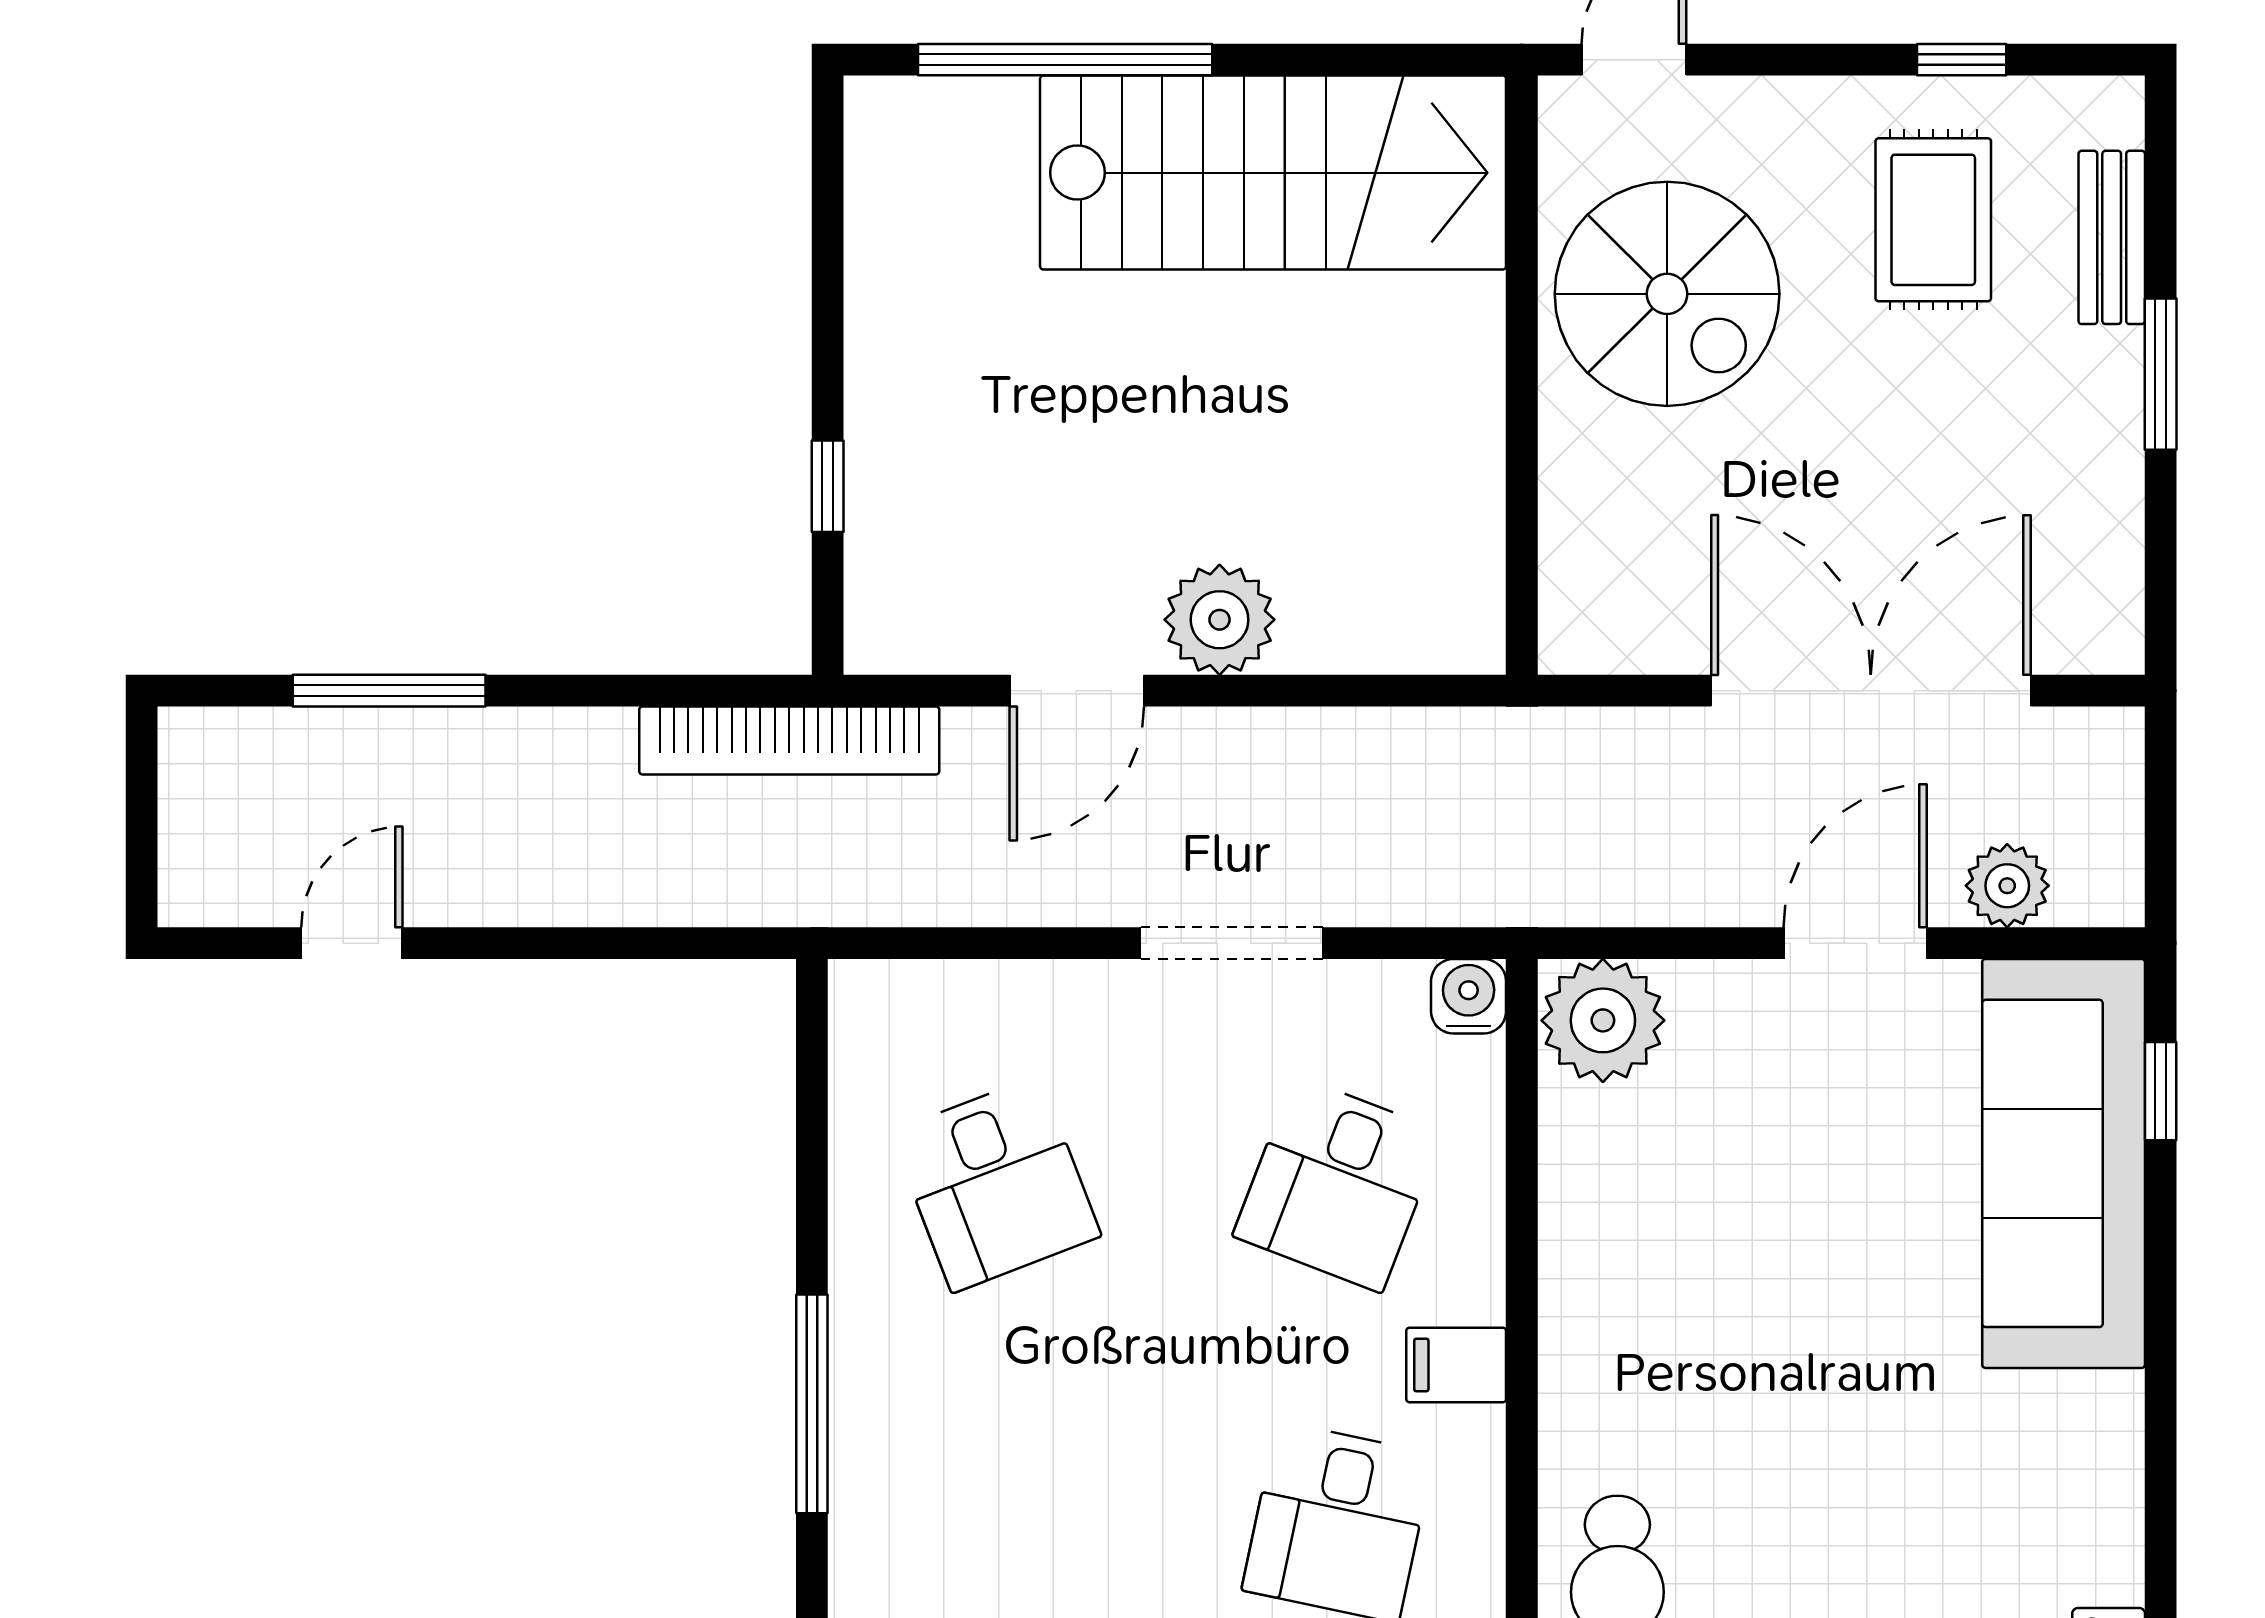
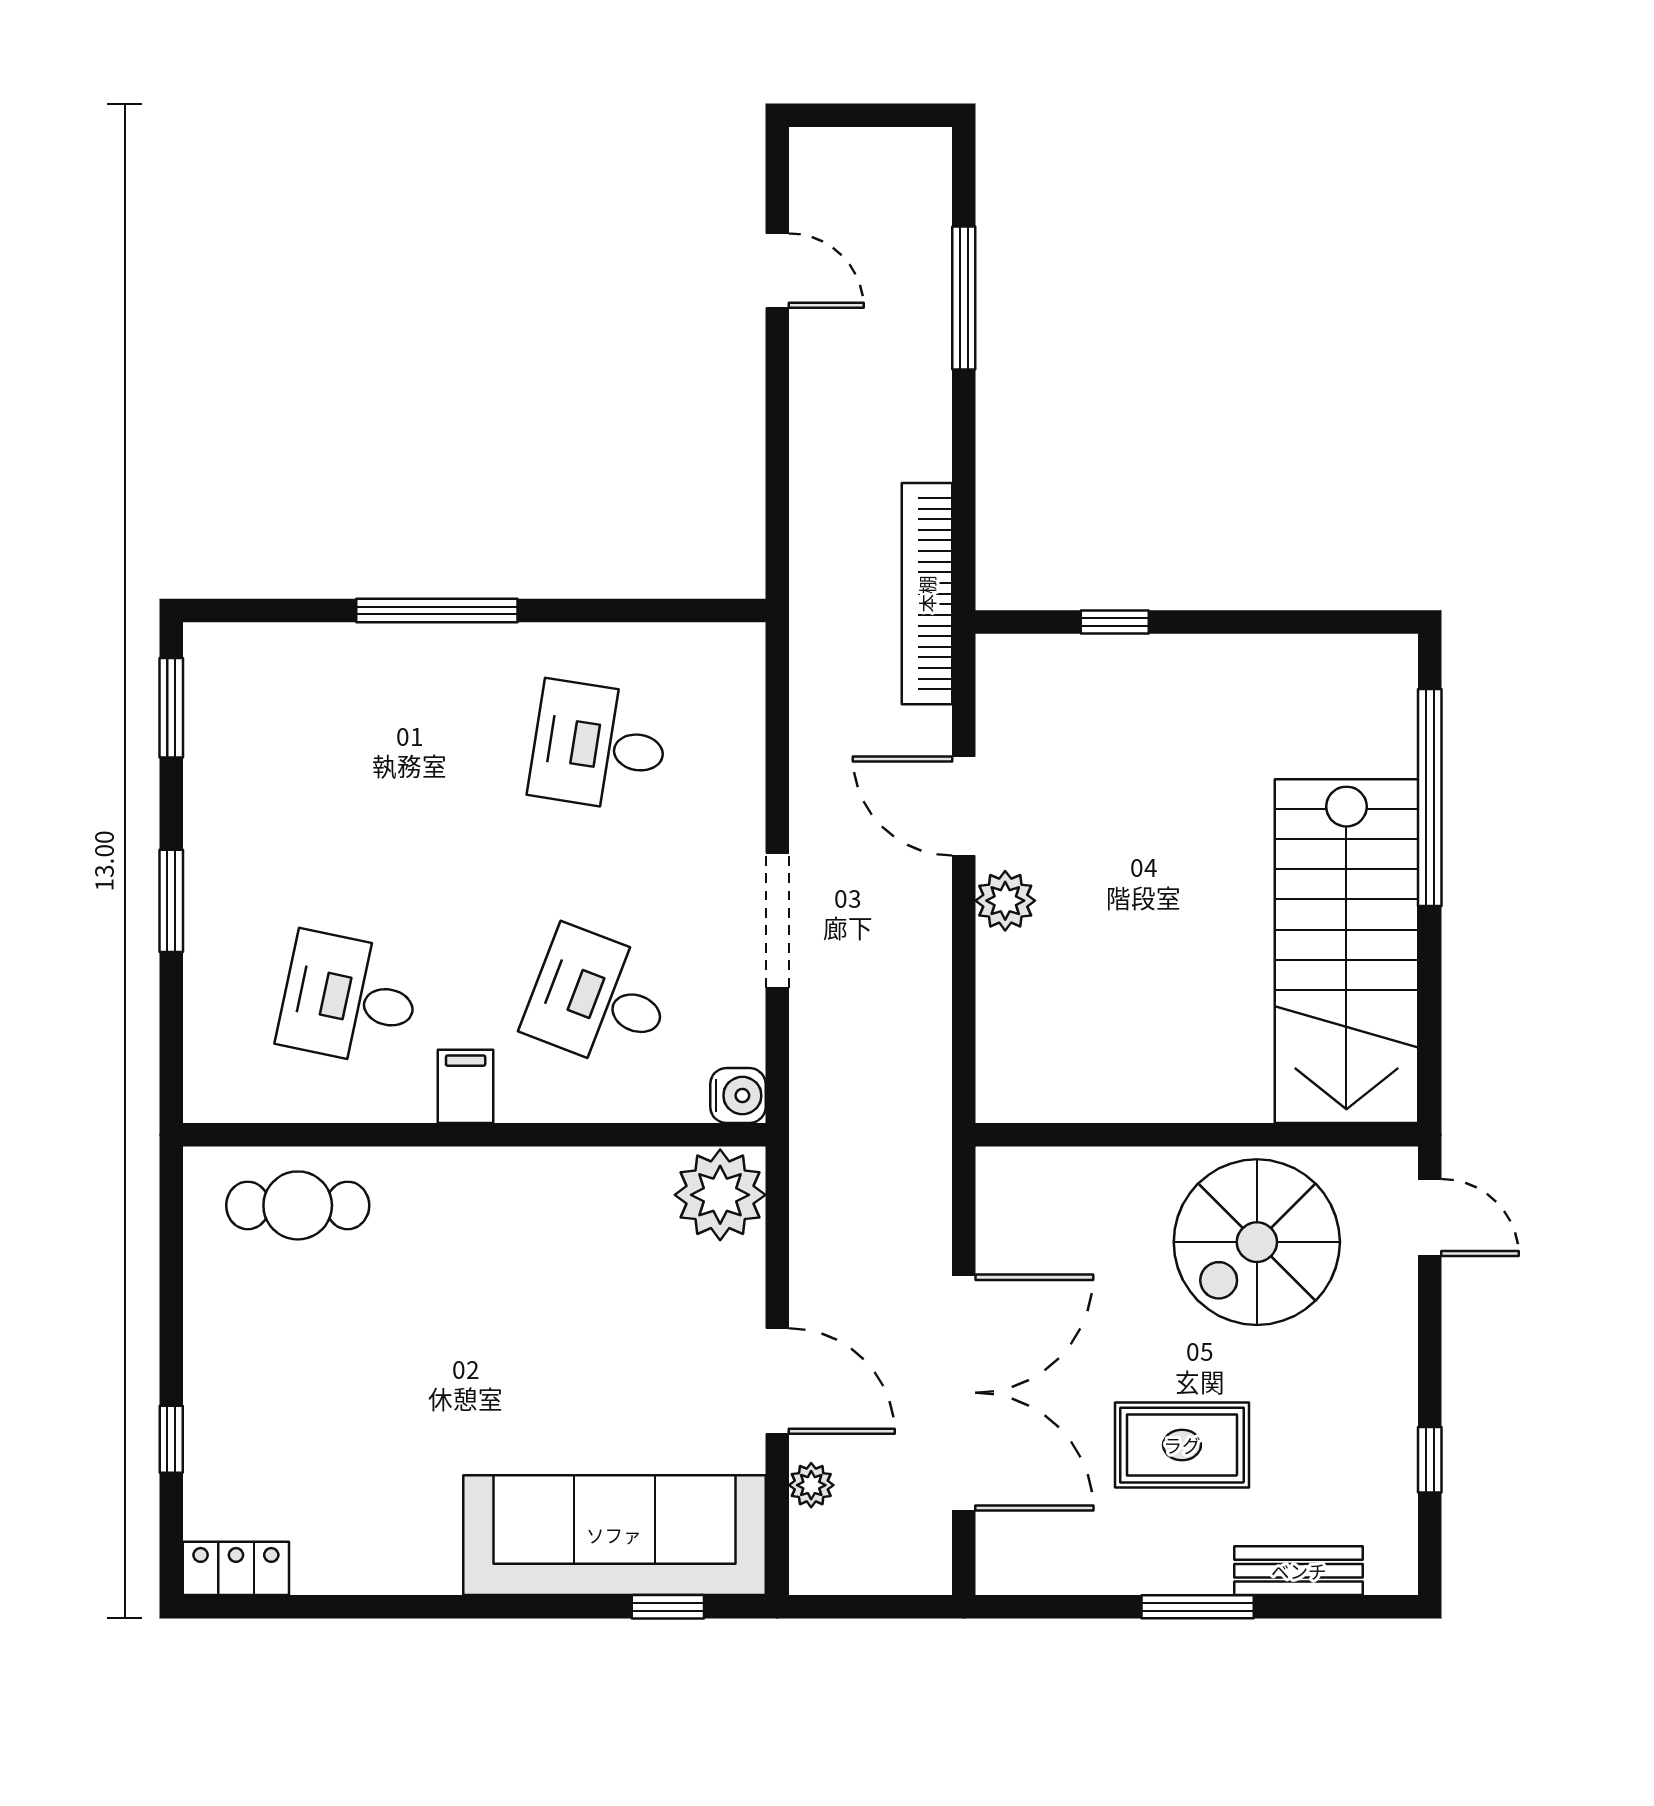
rug: (1933, 220) -> (1182, 1445), moved
plant: (1220, 620) -> (1005, 901), width x0.73, depth x0.73
plant: (2007, 886) -> (811, 1485), width x0.73, depth x0.73
desk: (996, 1184) -> (599, 746), turned 30

